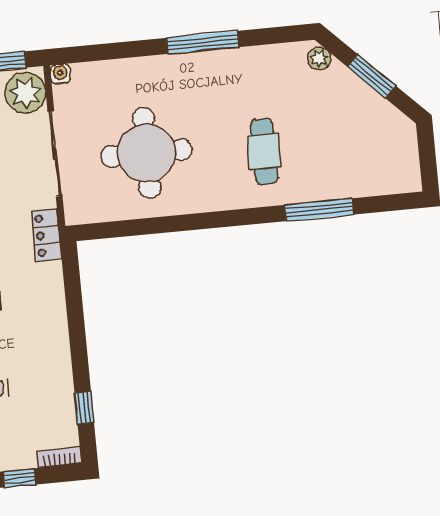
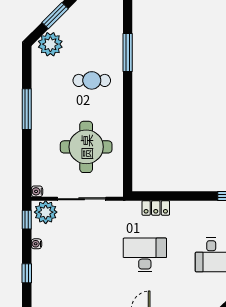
plant: (319, 59) -> (50, 44), width x1.87, depth x1.87
locker: (47, 235) -> (156, 208), moved

